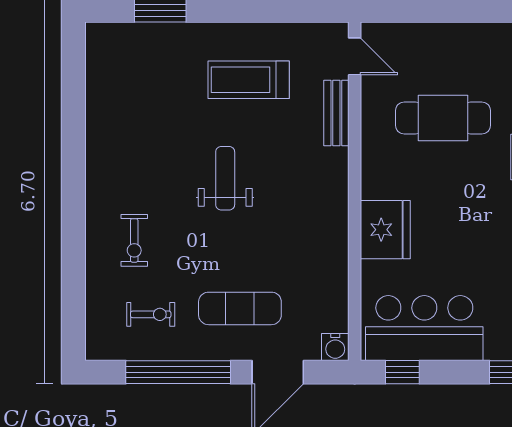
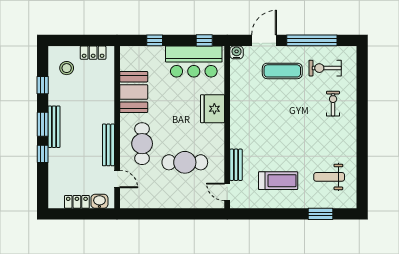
weight bench: (225, 178) -> (329, 177), moved, turned 90
exercise bike: (151, 314) -> (325, 68), width x1.38, depth x1.39

